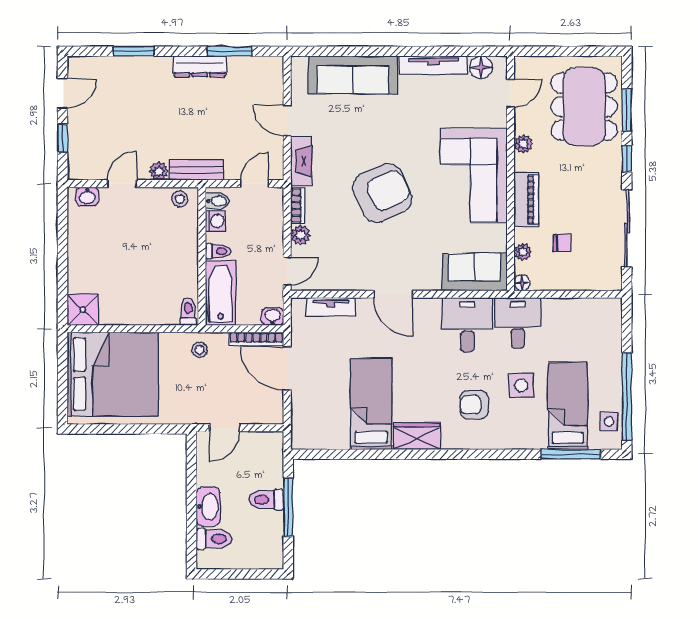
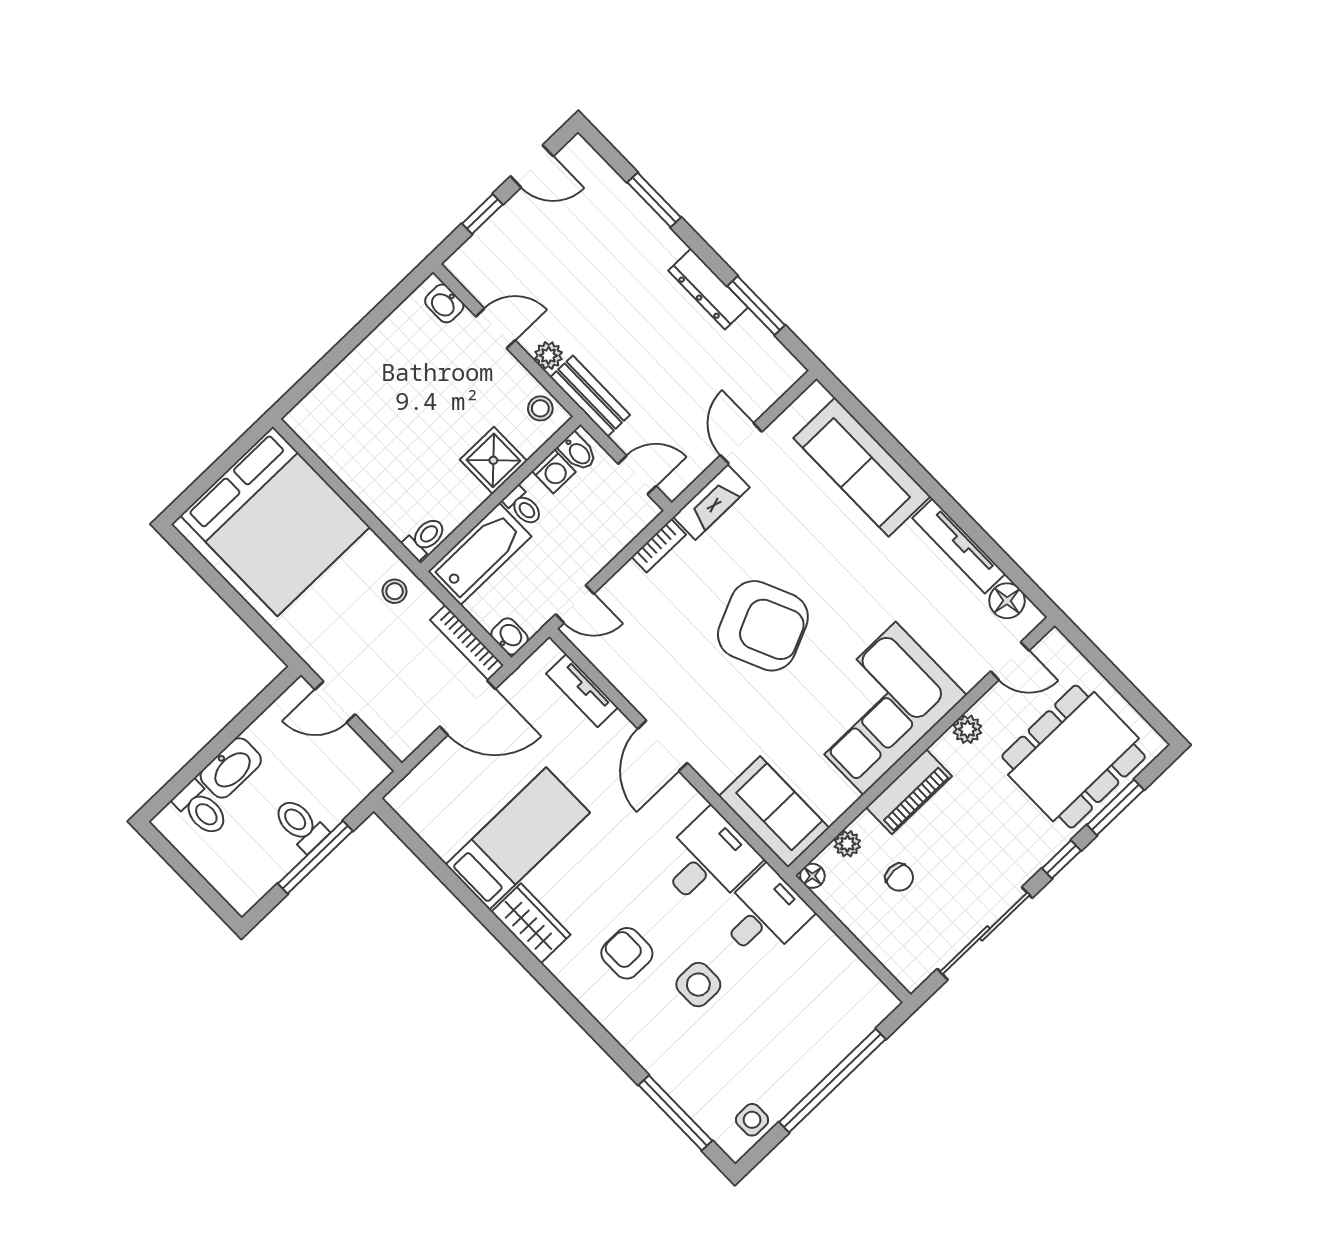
plant: (300, 235) -> (629, 580), removed
shower: (83, 310) -> (493, 460), moved
door: (287, 368) -> (467, 708), swing flipped
window: (627, 397) -> (832, 1081), moved
bed: (568, 406) -> (725, 1058), removed

